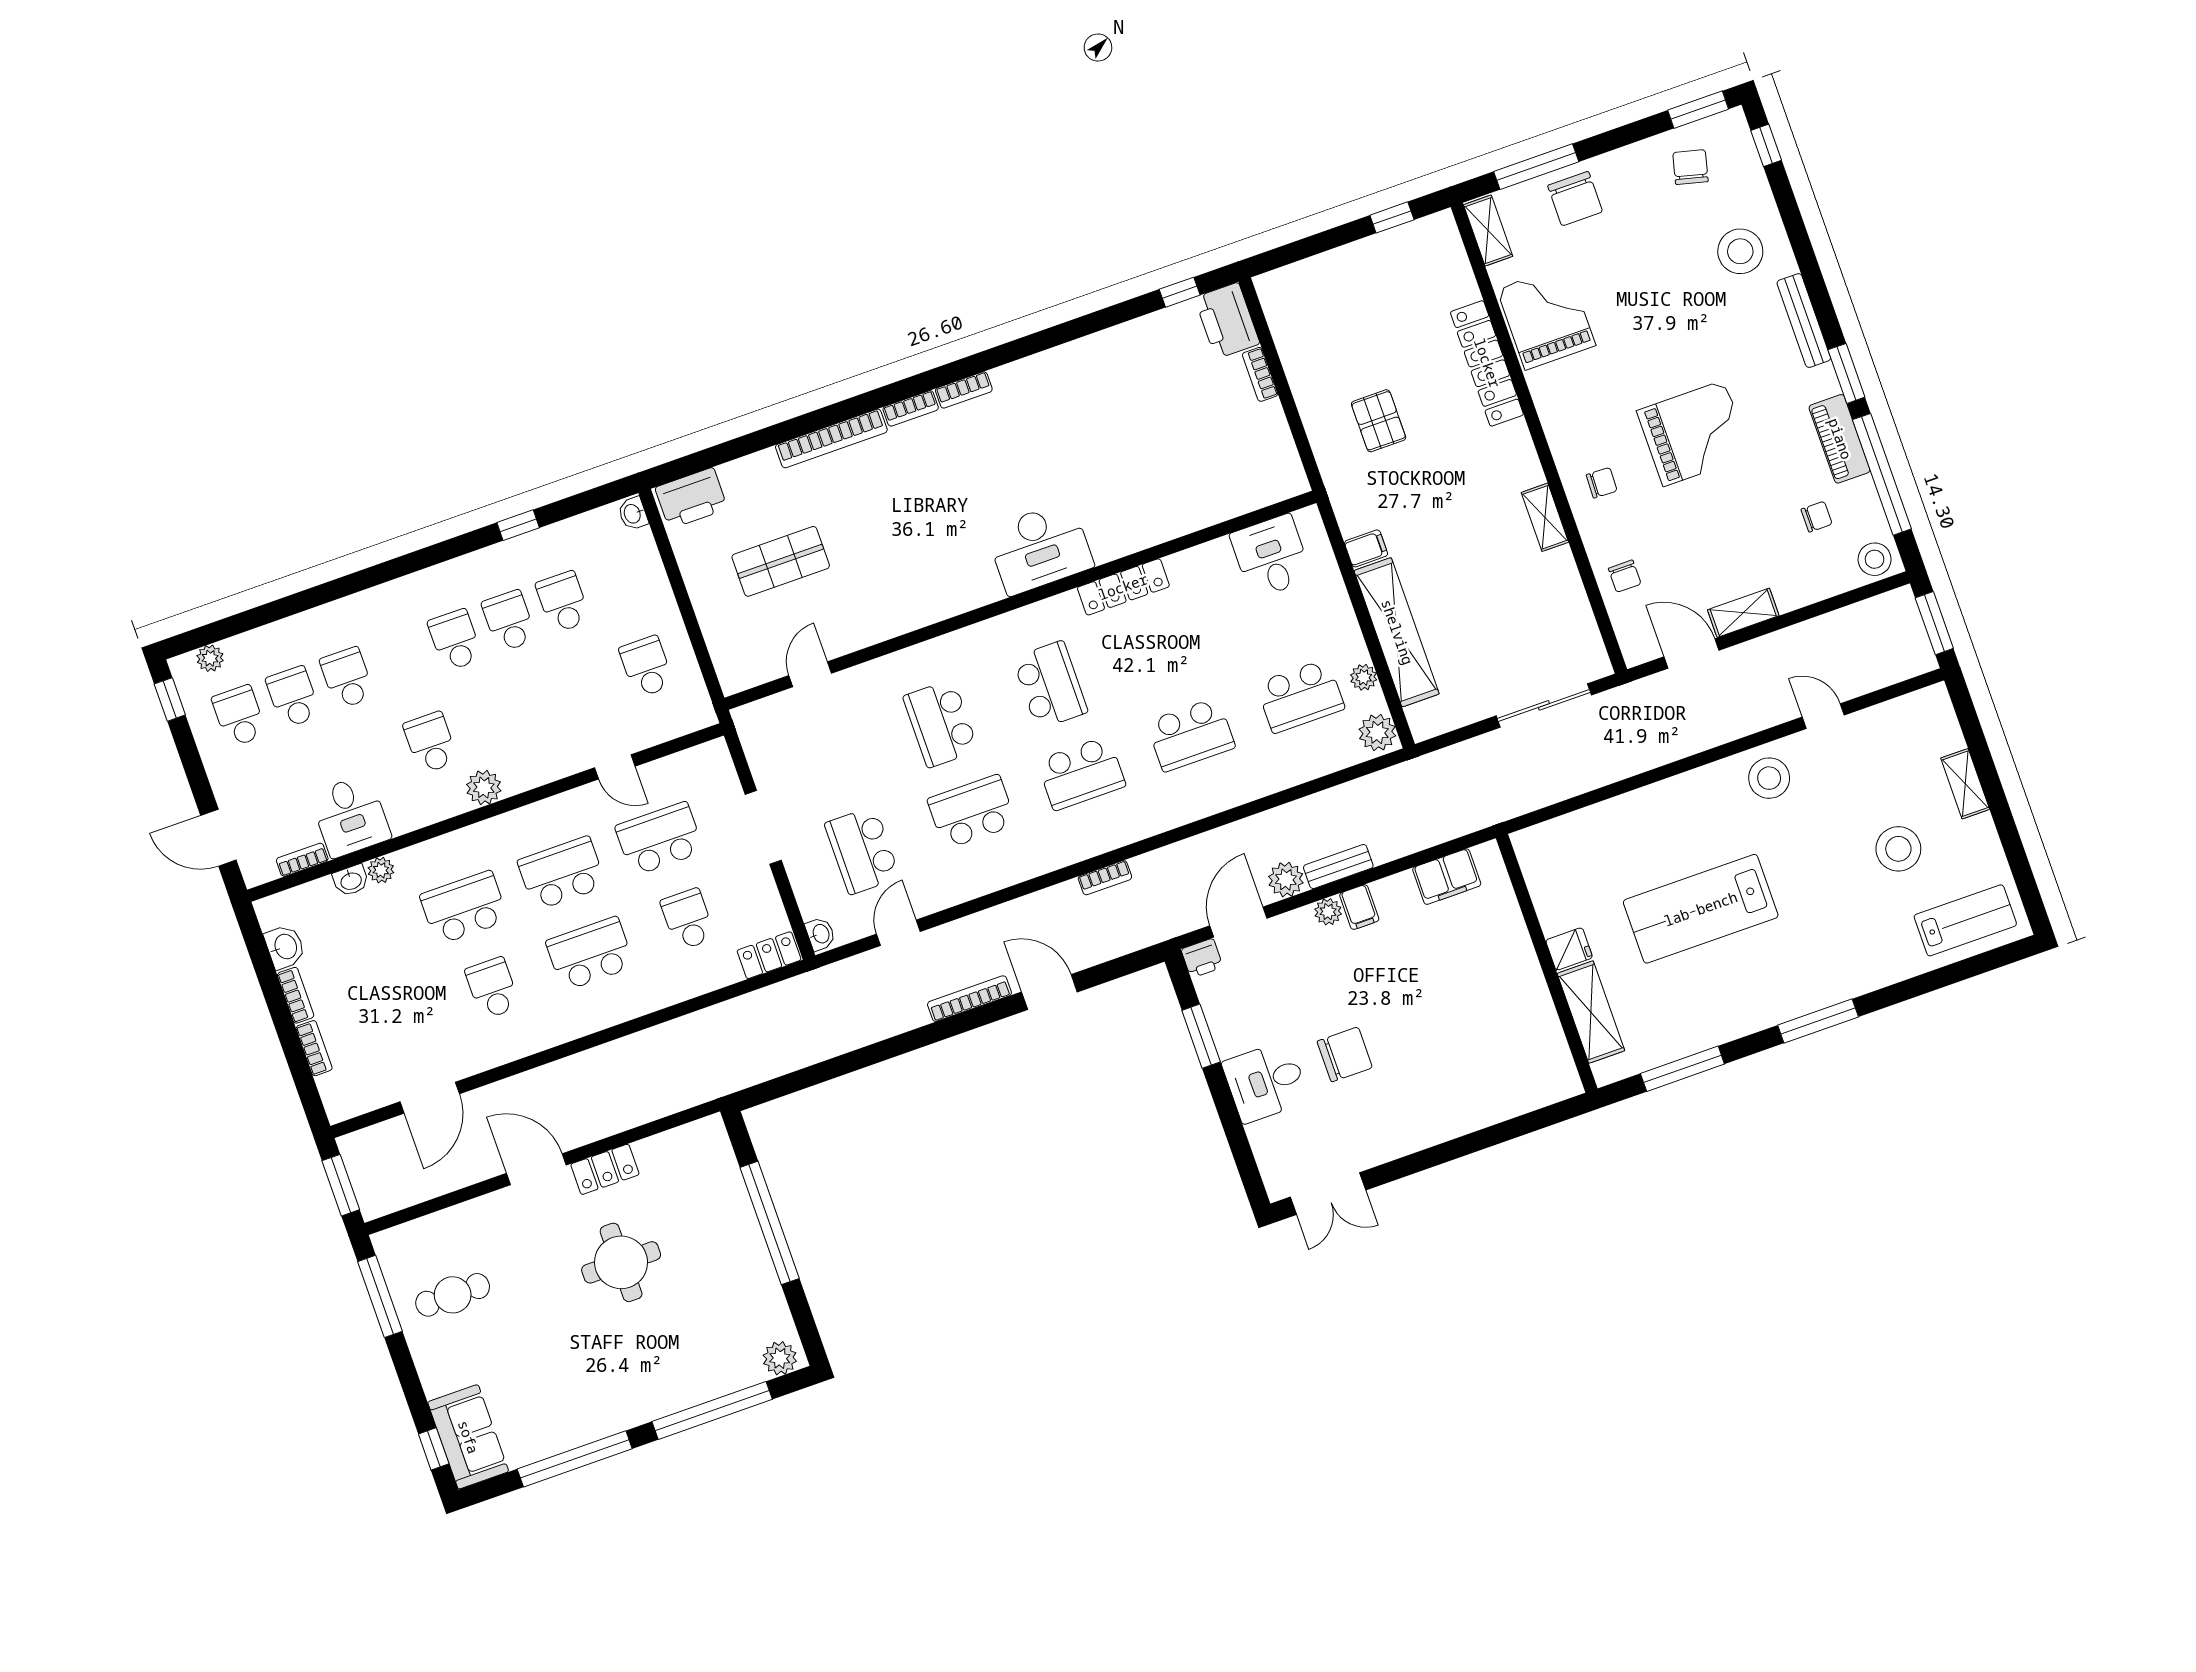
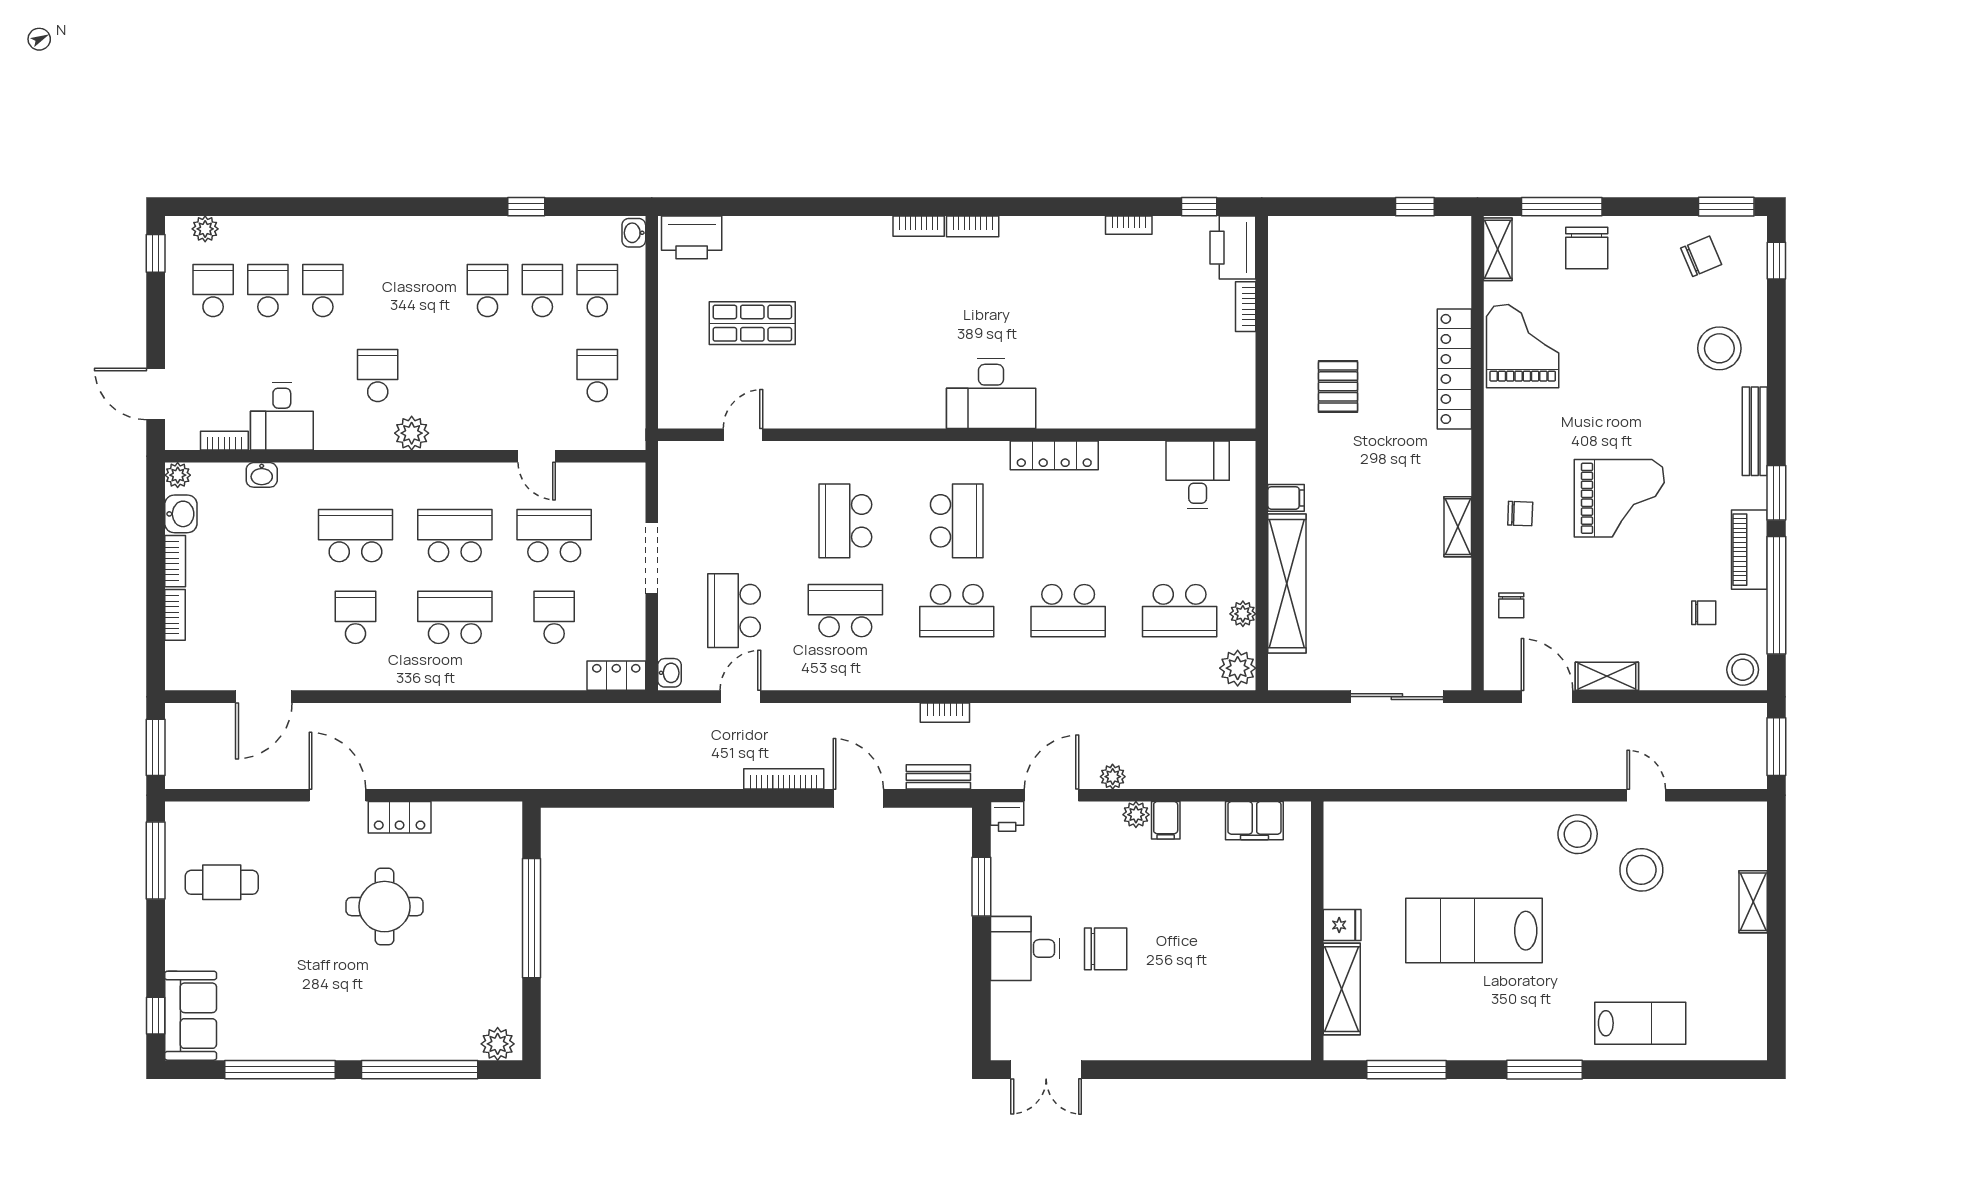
chair: (1690, 167) -> (1701, 256), turned 53
bookcase: (831, 438) -> (1129, 225), moved, width x0.43, depth x0.76
school desk: (455, 640) -> (597, 291), moved
stool: (1898, 849) -> (1641, 870), moved
bench: (1338, 867) -> (938, 777), moved
plant: (381, 870) -> (178, 475), moved
plant: (1286, 880) -> (1113, 777), width x0.73, depth x0.73
lab bench: (1965, 920) -> (1640, 1023), moved

